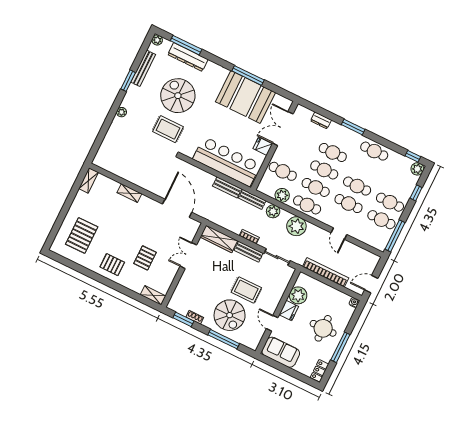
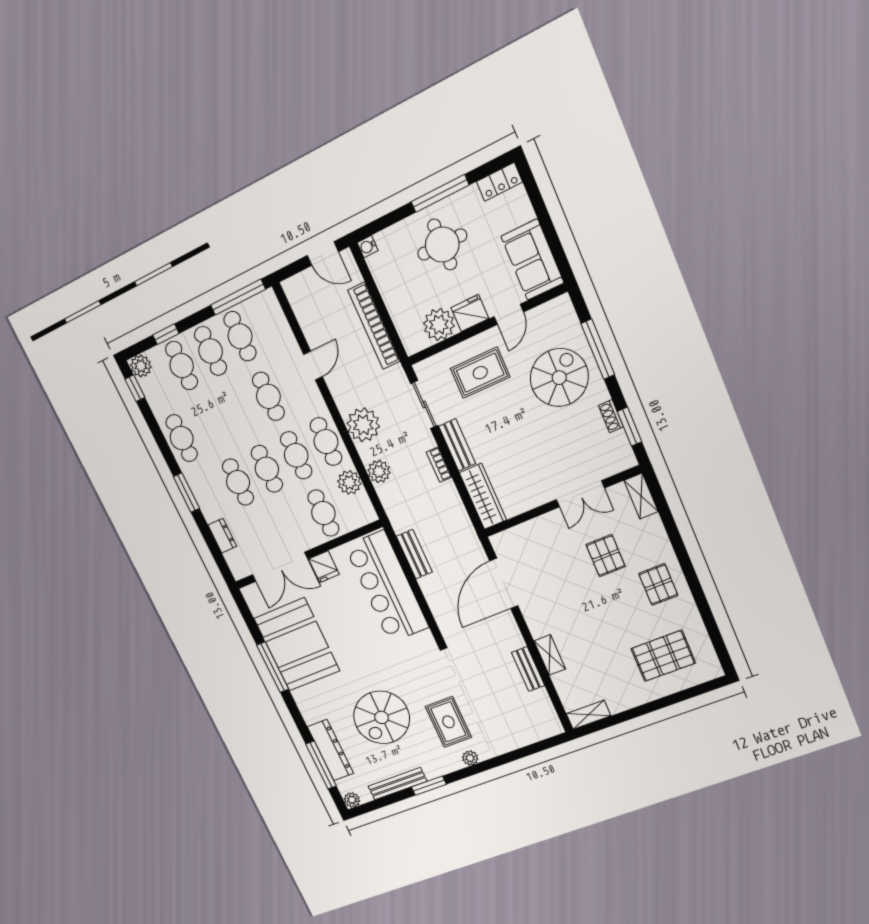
rug: (168, 129) -> (448, 722), moved
cafe table: (357, 186) -> (182, 366), moved
bench: (252, 199) -> (528, 669), moved
double door: (188, 256) -> (580, 494), moved
pallet: (145, 258) -> (606, 556), turned 90
rug: (246, 290) -> (480, 373), moved, turned 90

